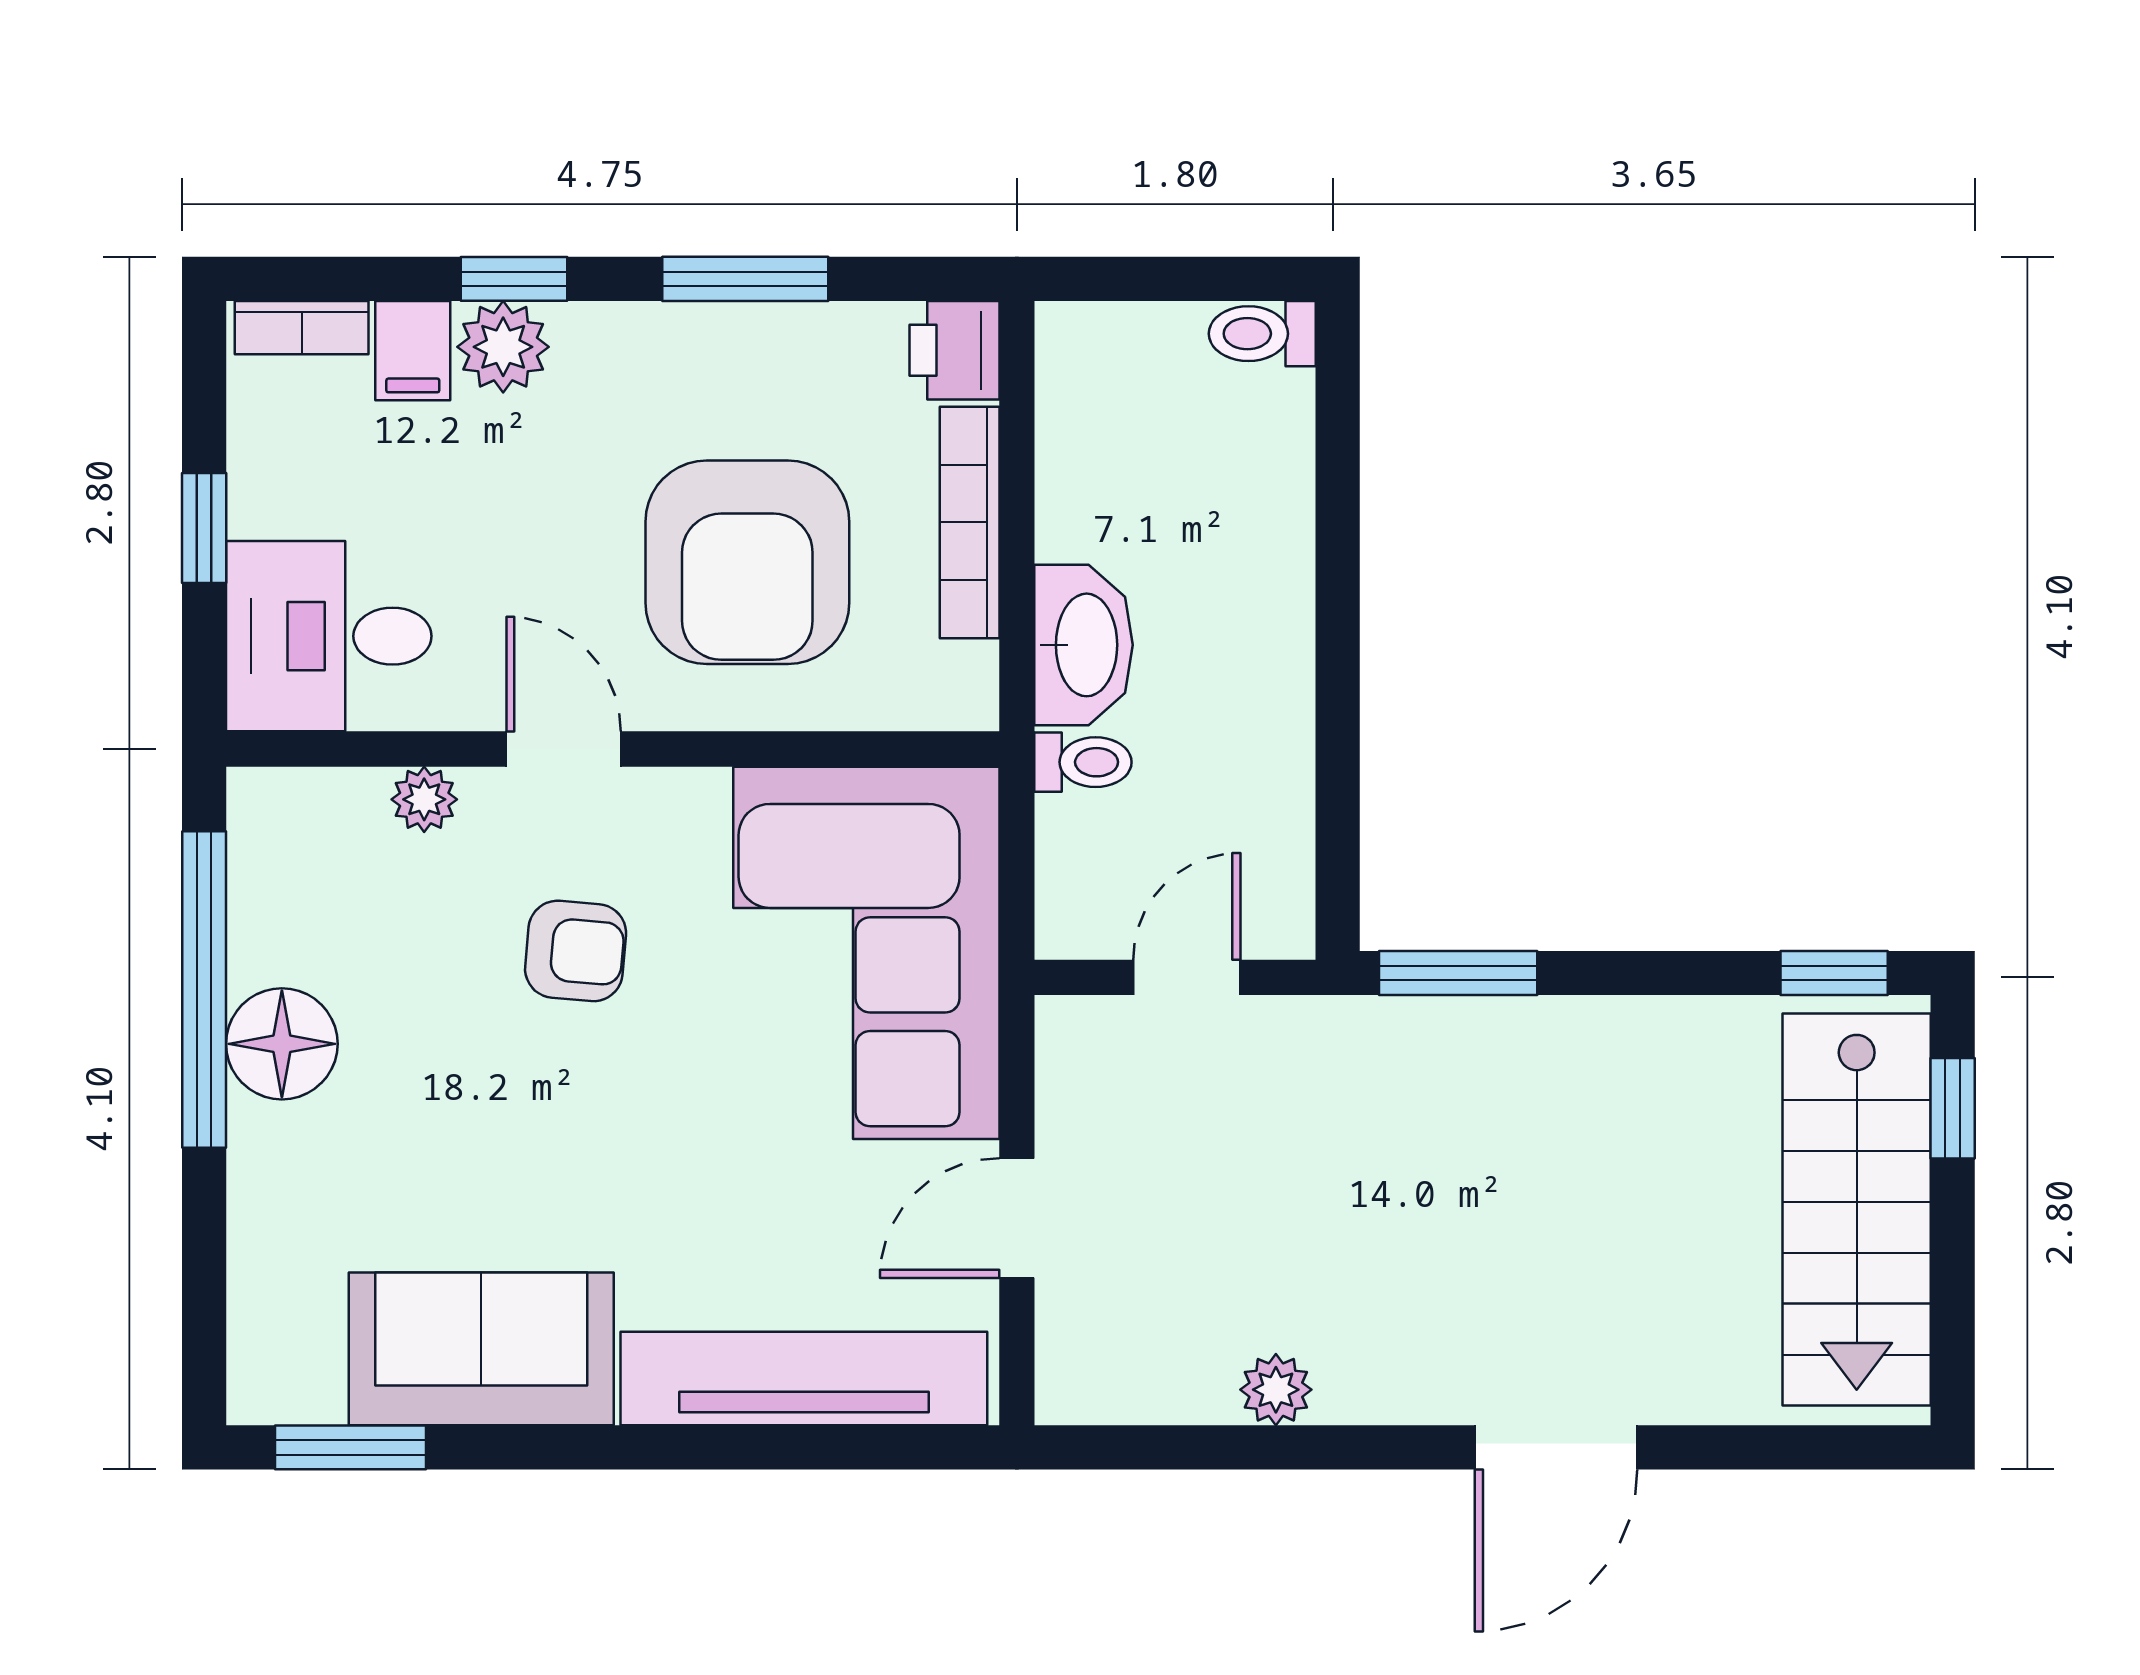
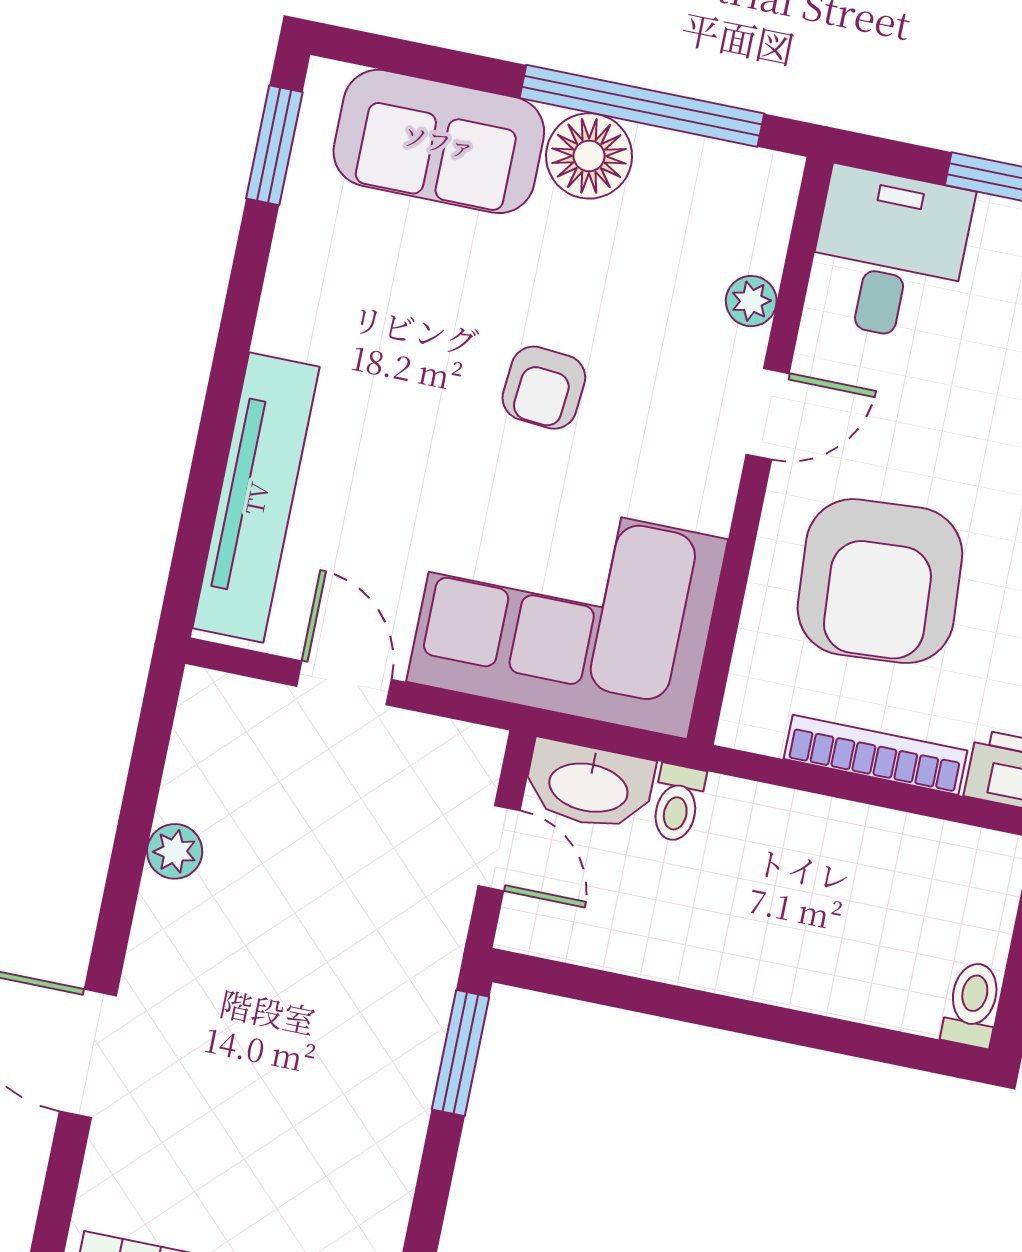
armchair: (747, 562) -> (880, 581), turned -94
washbasin: (1084, 645) -> (589, 785), moved
armchair: (576, 951) -> (544, 388), moved
sofa: (481, 1349) -> (439, 141), moved, turned 90

